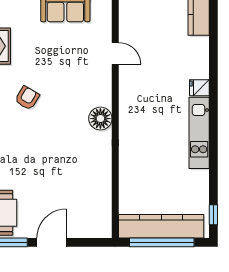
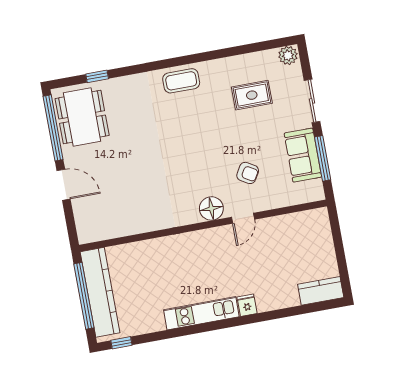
door: (115, 53) -> (243, 218), moved
armchair: (27, 98) -> (248, 173), moved
floor lamp: (100, 119) -> (211, 208), moved

